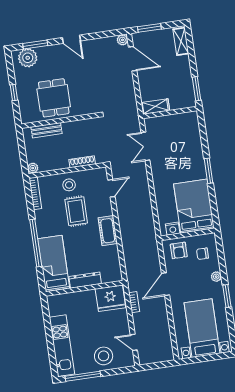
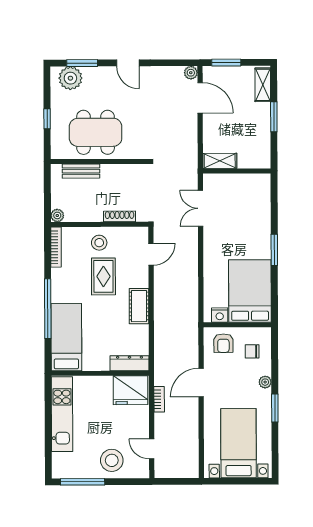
window: (197, 89) -> (274, 117), moved
dining table: (54, 98) -> (96, 132), width x1.38
dresser: (85, 280) -> (130, 363), moved
kitchen unit: (62, 346) -> (62, 414), moved

